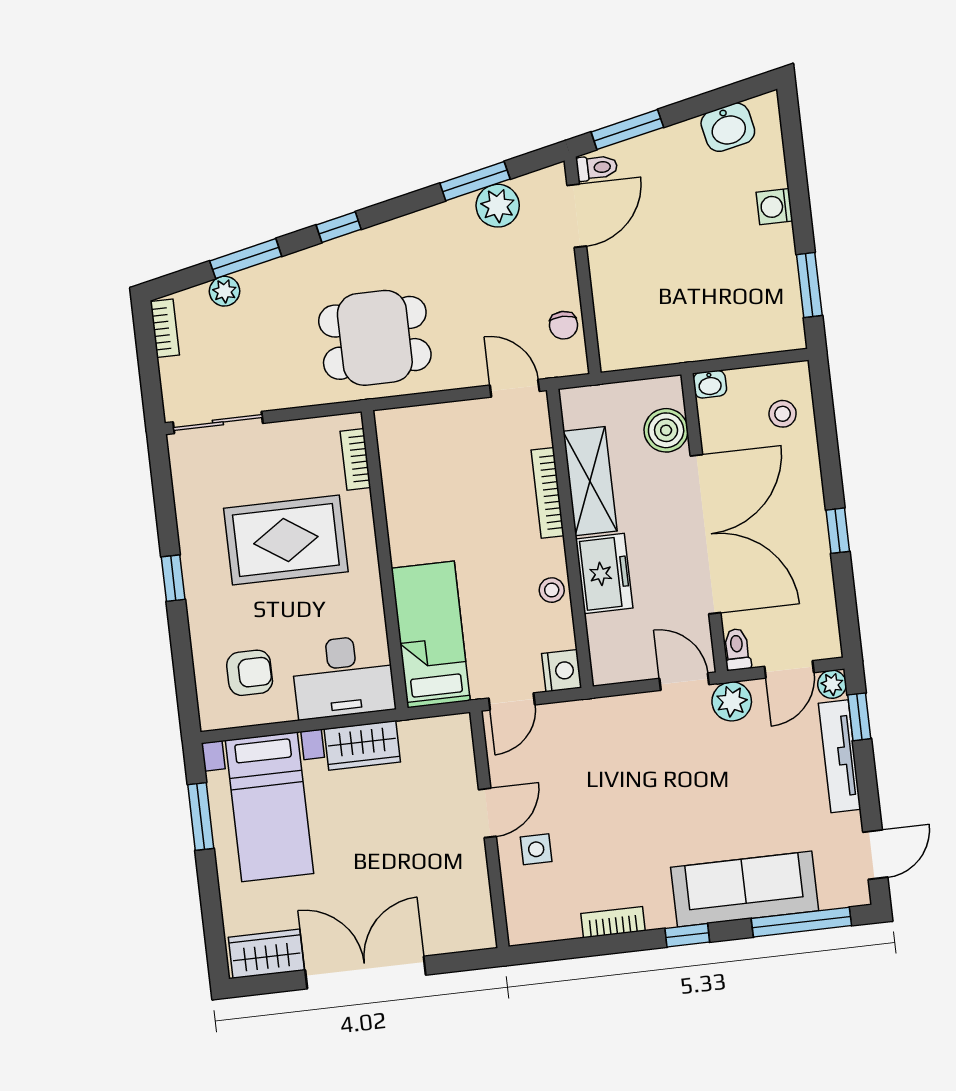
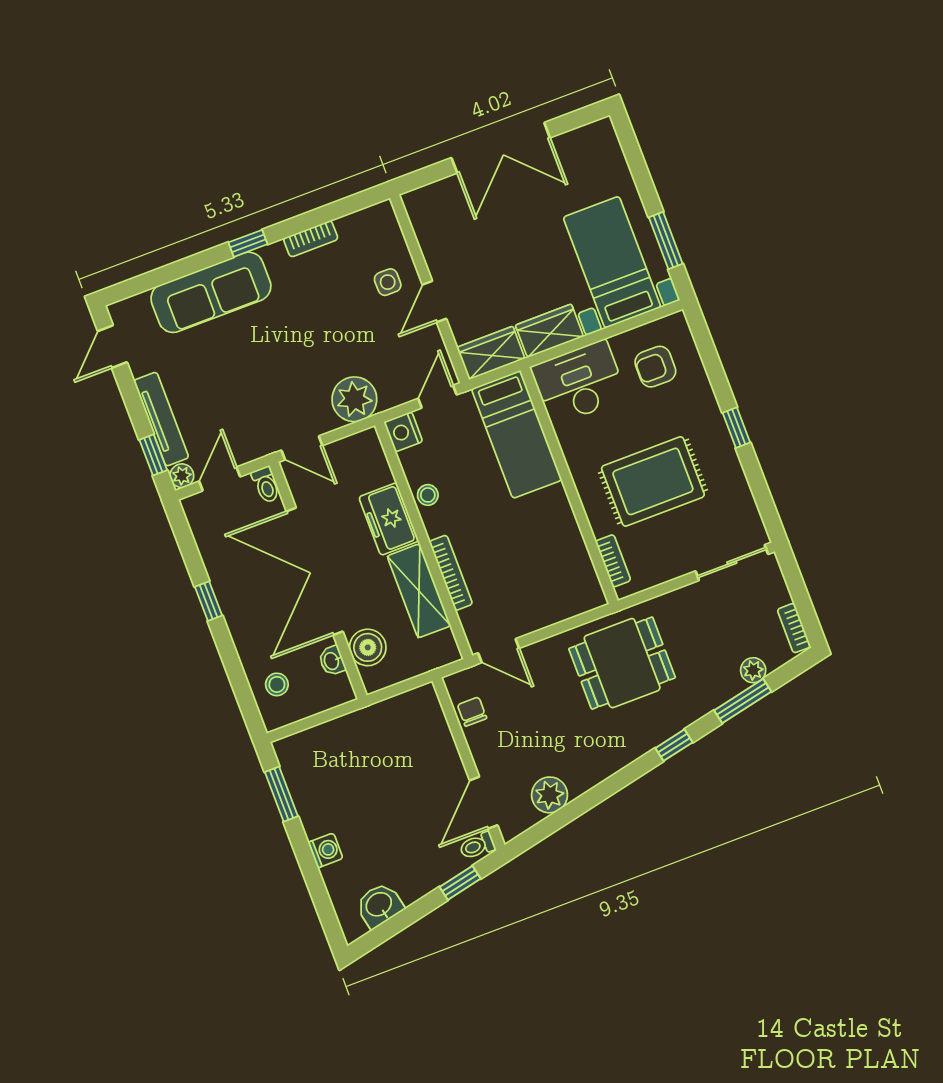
window: (627, 130) -> (460, 883), width x0.67
window: (475, 181) -> (573, 810), removed
washbasin: (710, 384) -> (332, 661), moved, turned -90
plant: (732, 701) -> (354, 399), moved, width x1.36, depth x1.36
window: (801, 922) -> (158, 277), removed
wardrobe: (266, 954) -> (491, 353), moved, turned 180

